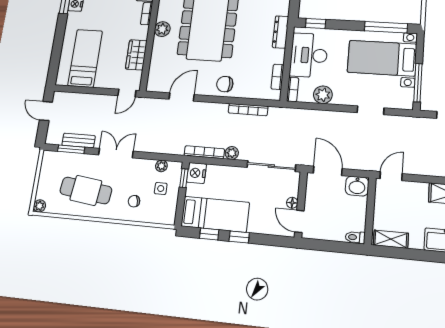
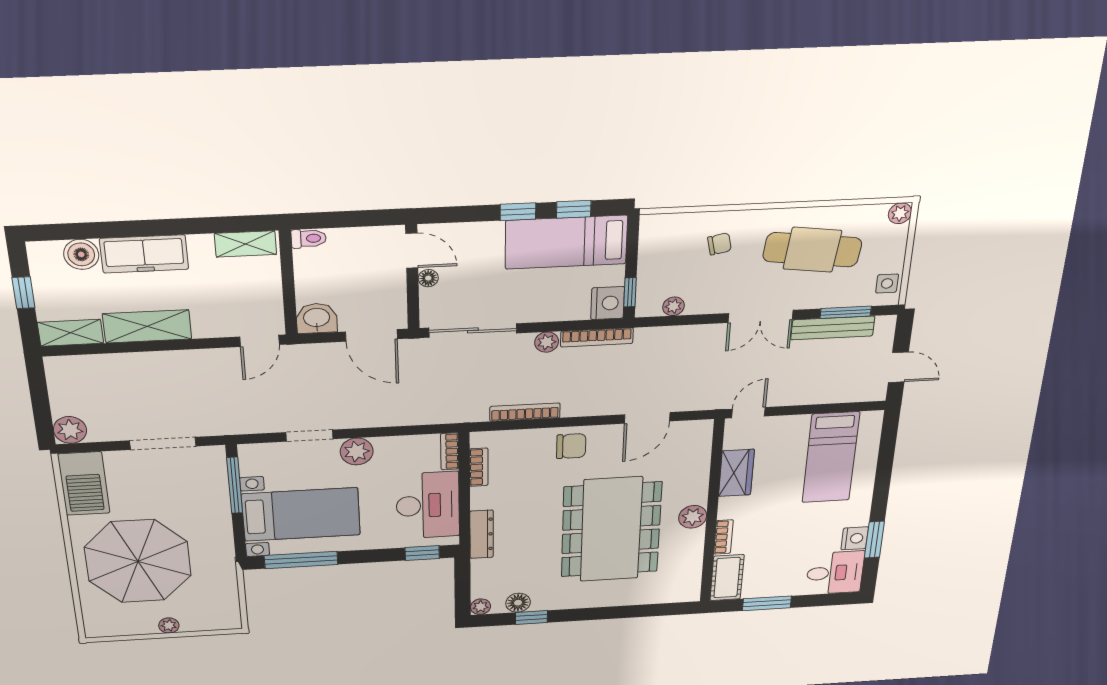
plant: (323, 95) -> (357, 451), moved
bench: (79, 140) -> (833, 328), width x1.36
side table: (161, 189) -> (887, 283), moved

